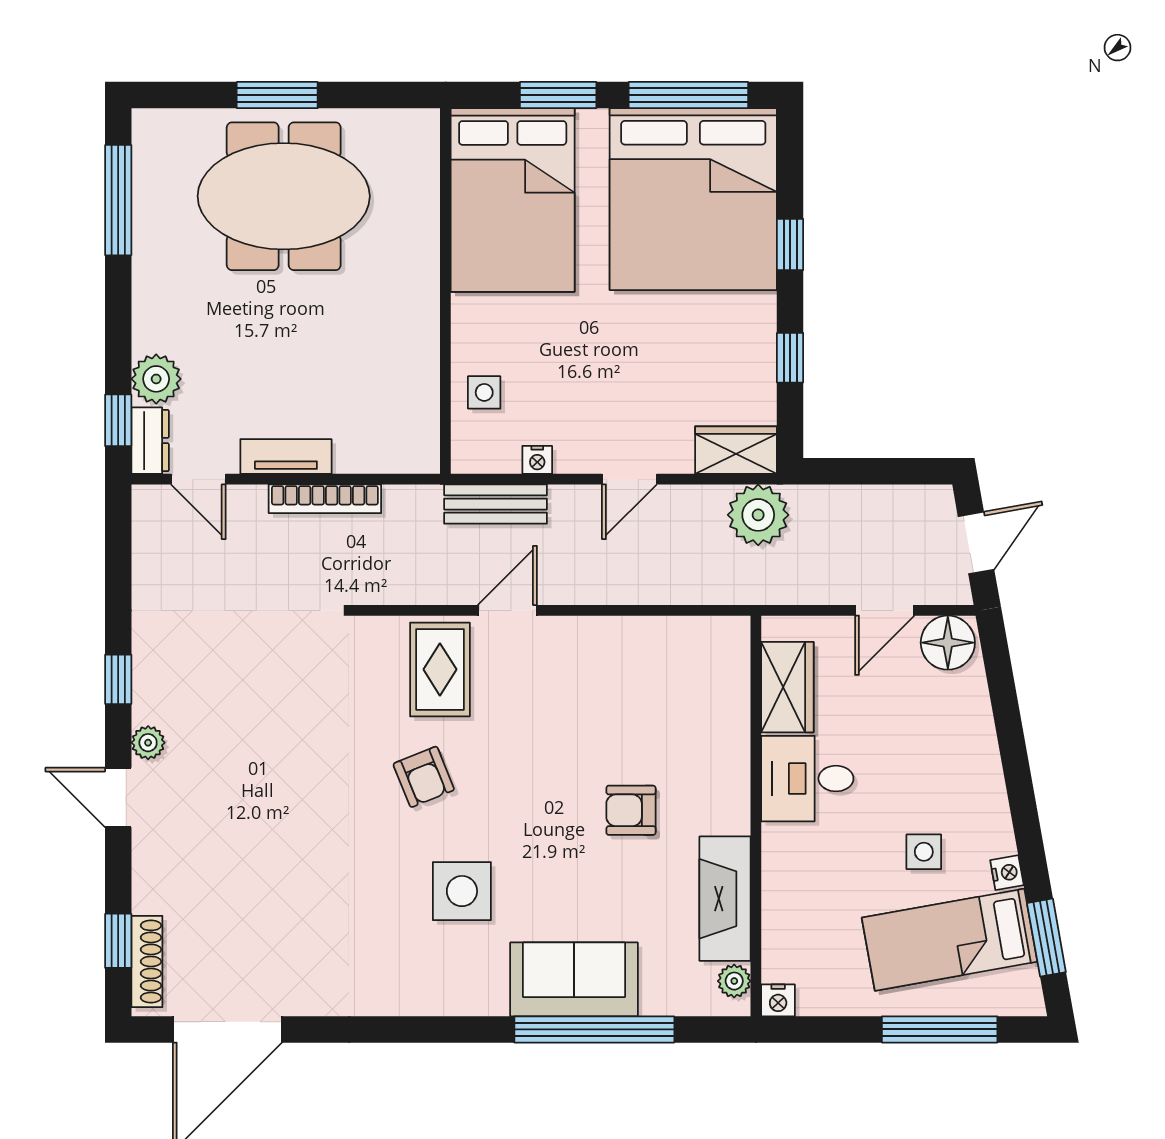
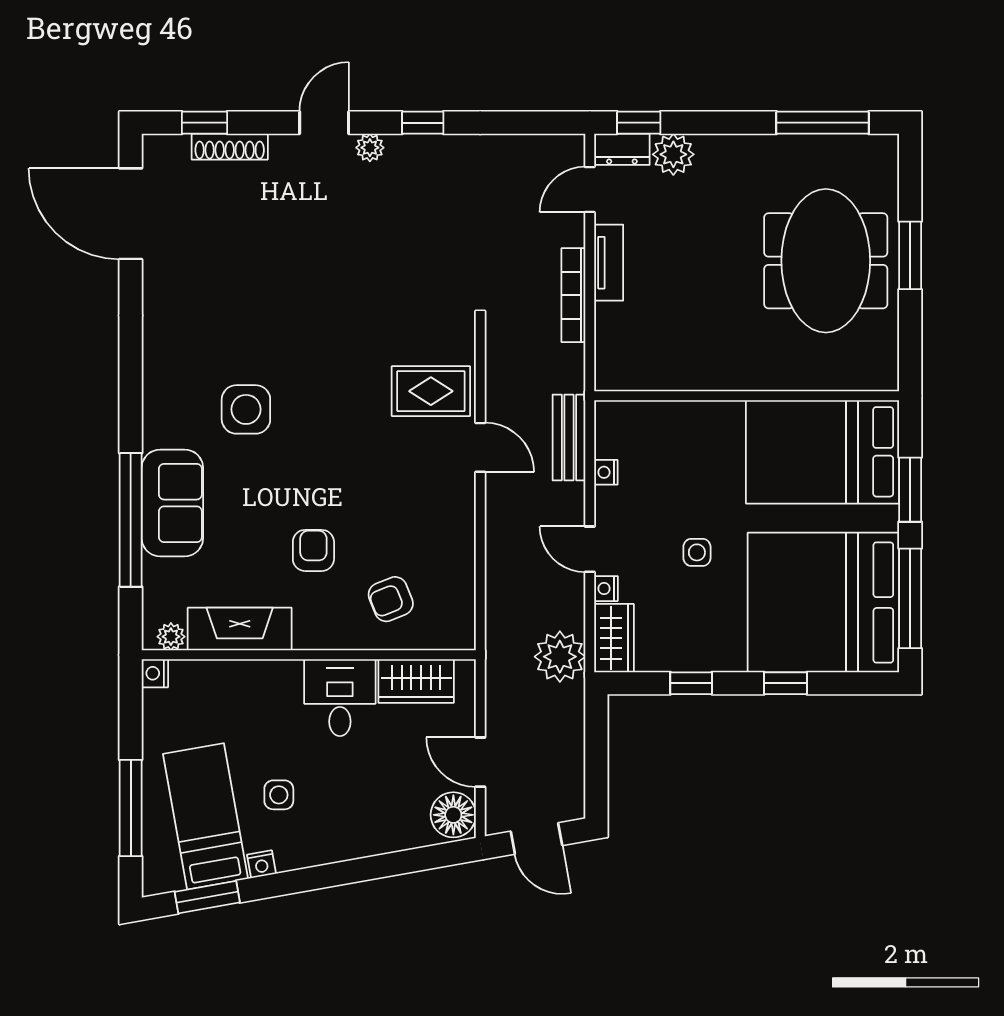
side table: (484, 392) -> (697, 552), moved
nightstand: (677, 460) -> (606, 589), added
armchair: (424, 777) -> (391, 599), moved
shoe rack: (147, 961) -> (230, 147), moved

